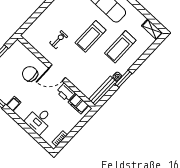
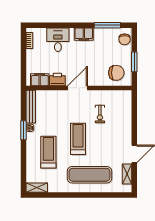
chair: (30, 74) -> (116, 73), moved
filing cabinet: (14, 104) -> (84, 34), width x2.00

